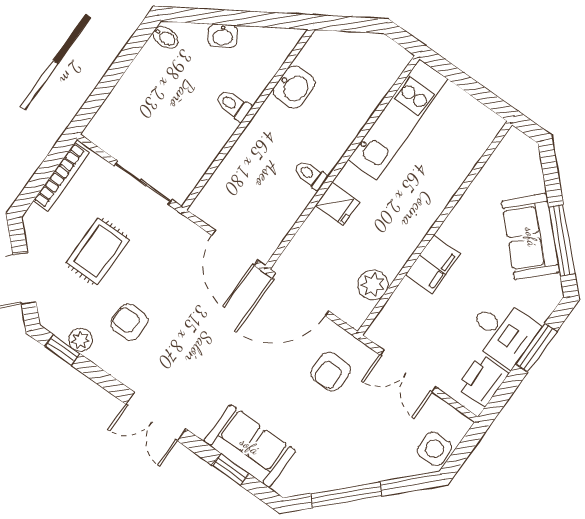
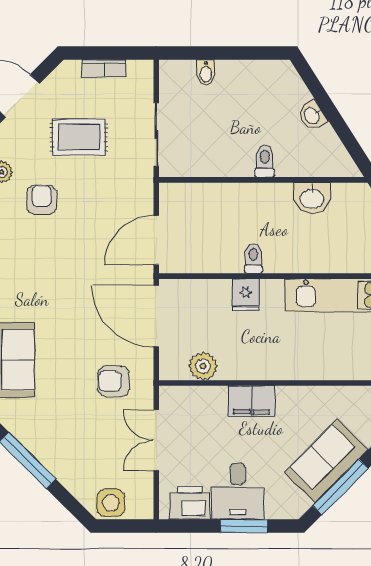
bidet: (166, 37) -> (206, 72), moved
bookcase: (61, 177) -> (104, 68), width x0.64

